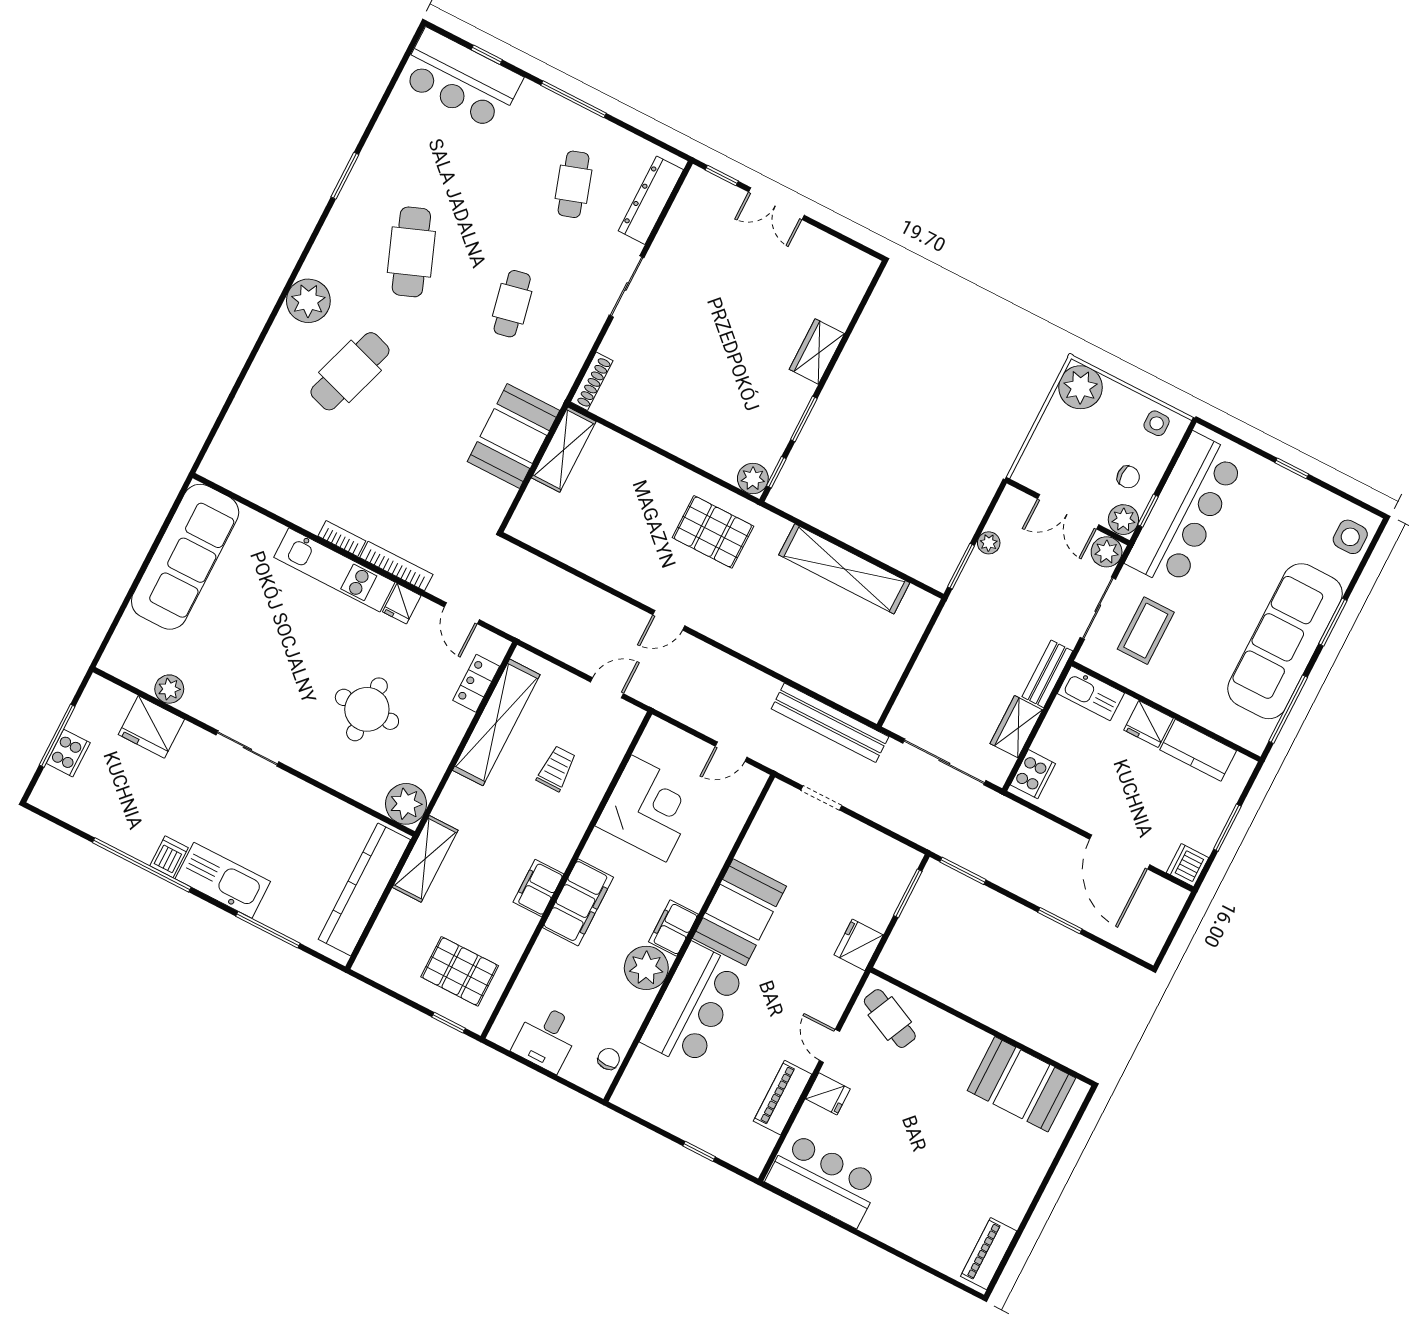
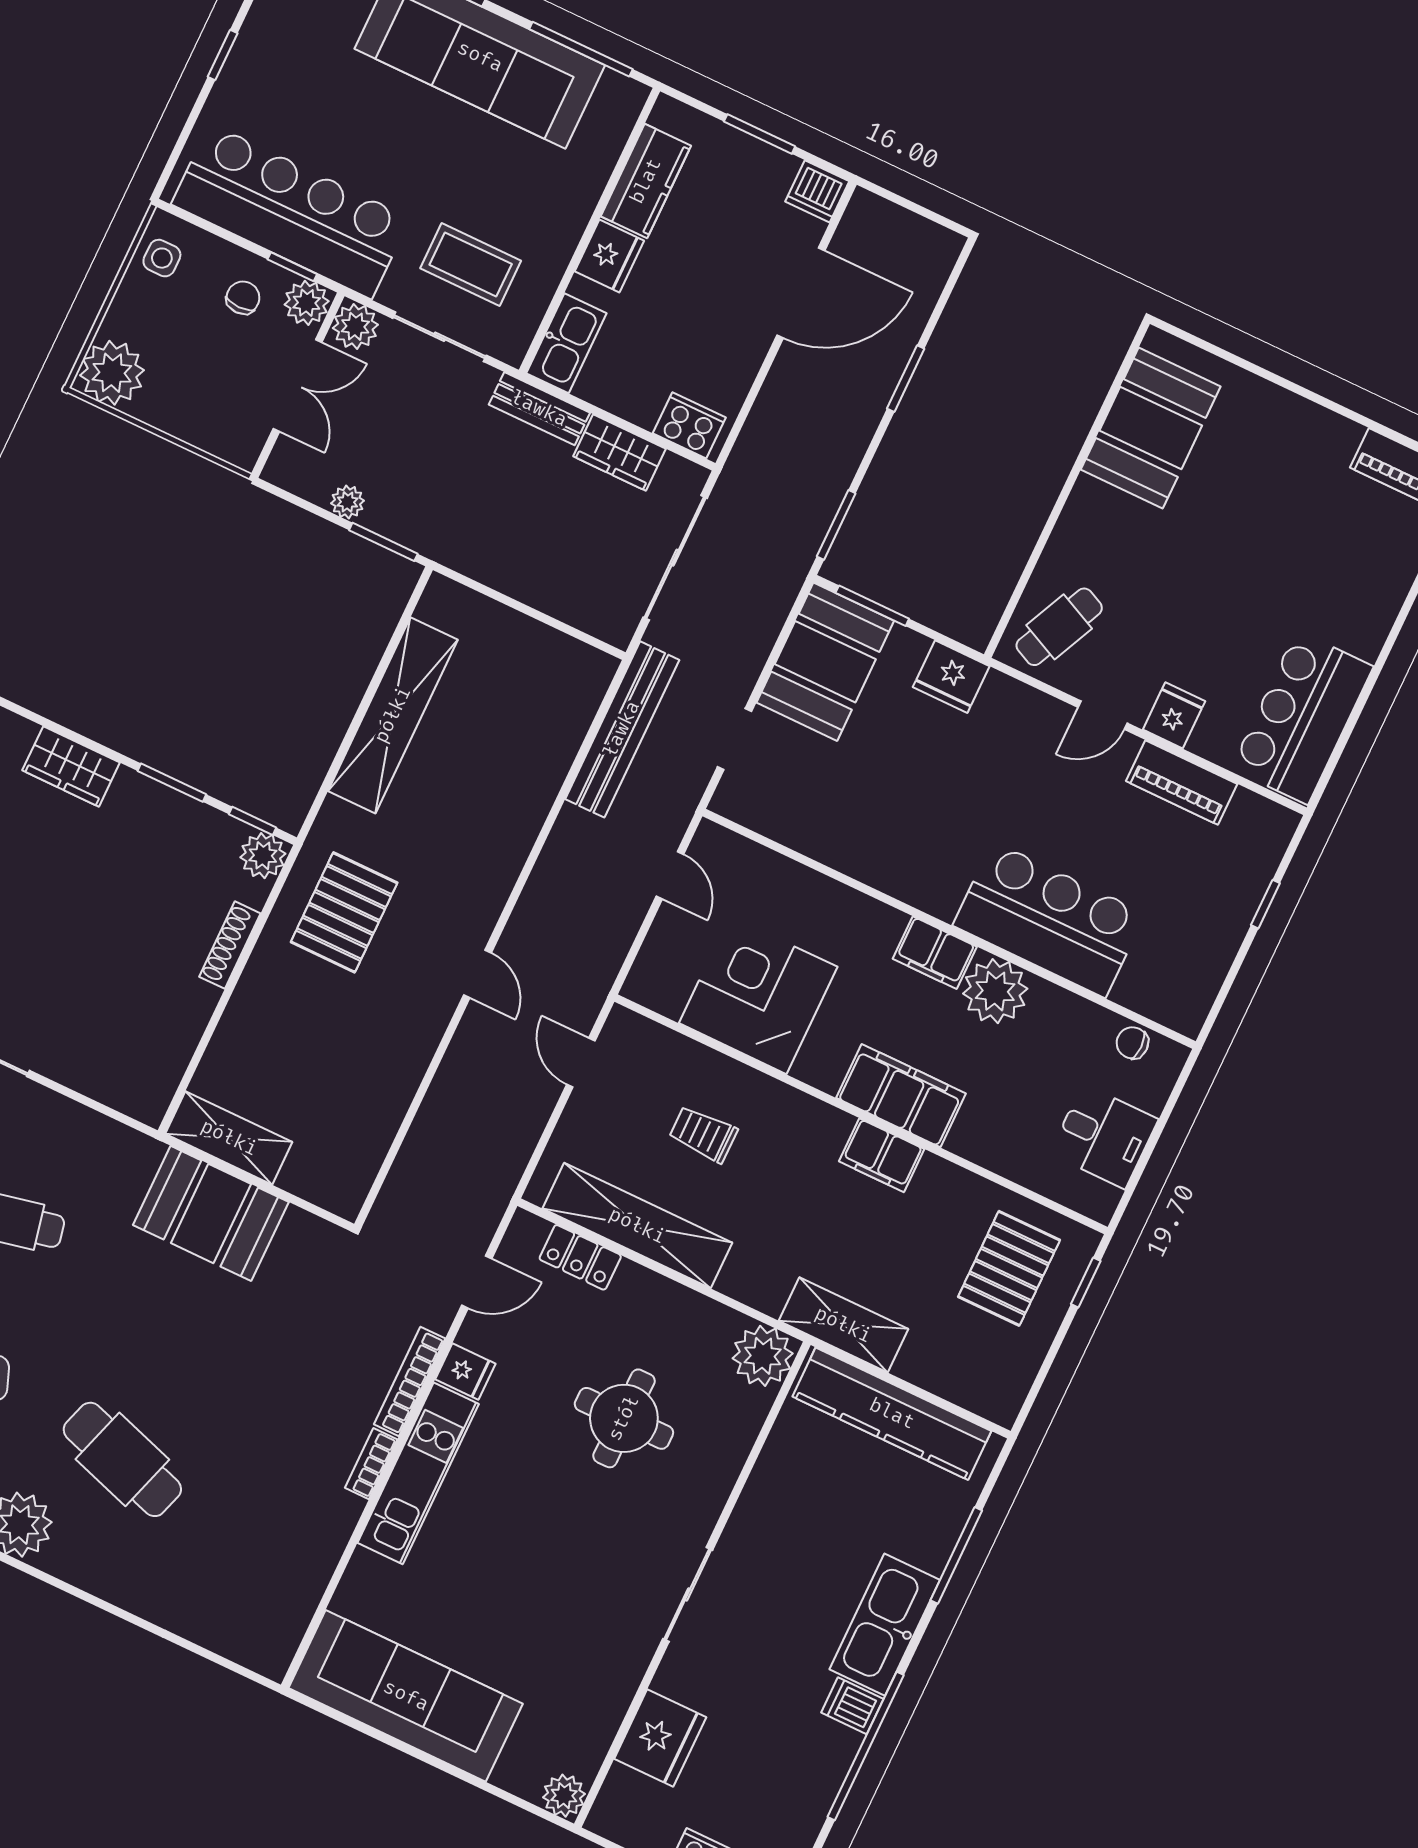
shoe rack: (592, 381) -> (230, 945), moved, turned -90
plant: (169, 689) -> (564, 1796), moved
booth: (739, 912) -> (825, 662), moved, turned 90

